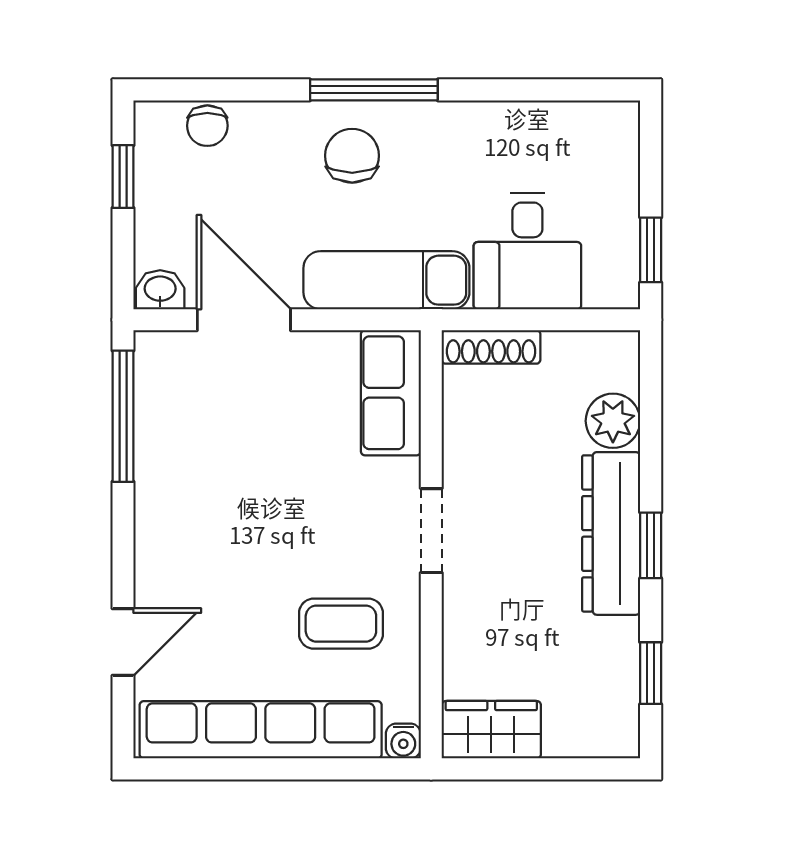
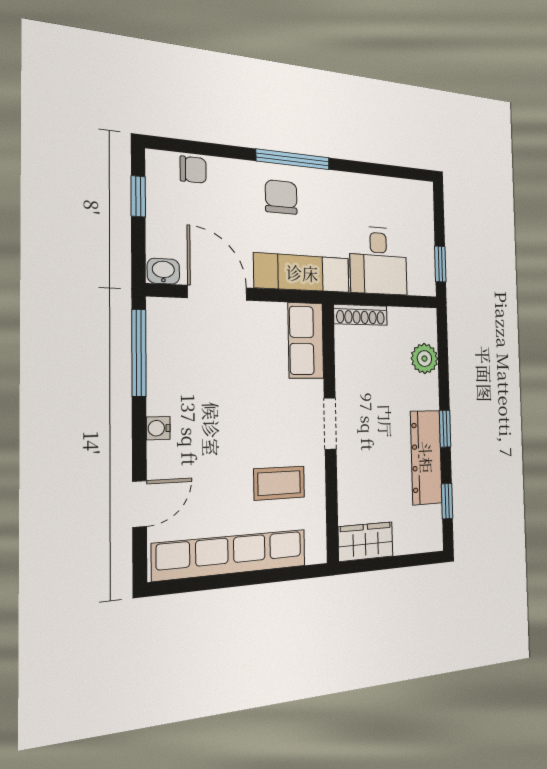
chair: (207, 126) -> (193, 170), turned -90
dresser: (611, 533) -> (426, 457), moved
water cooler: (403, 741) -> (158, 428), moved, turned 90

